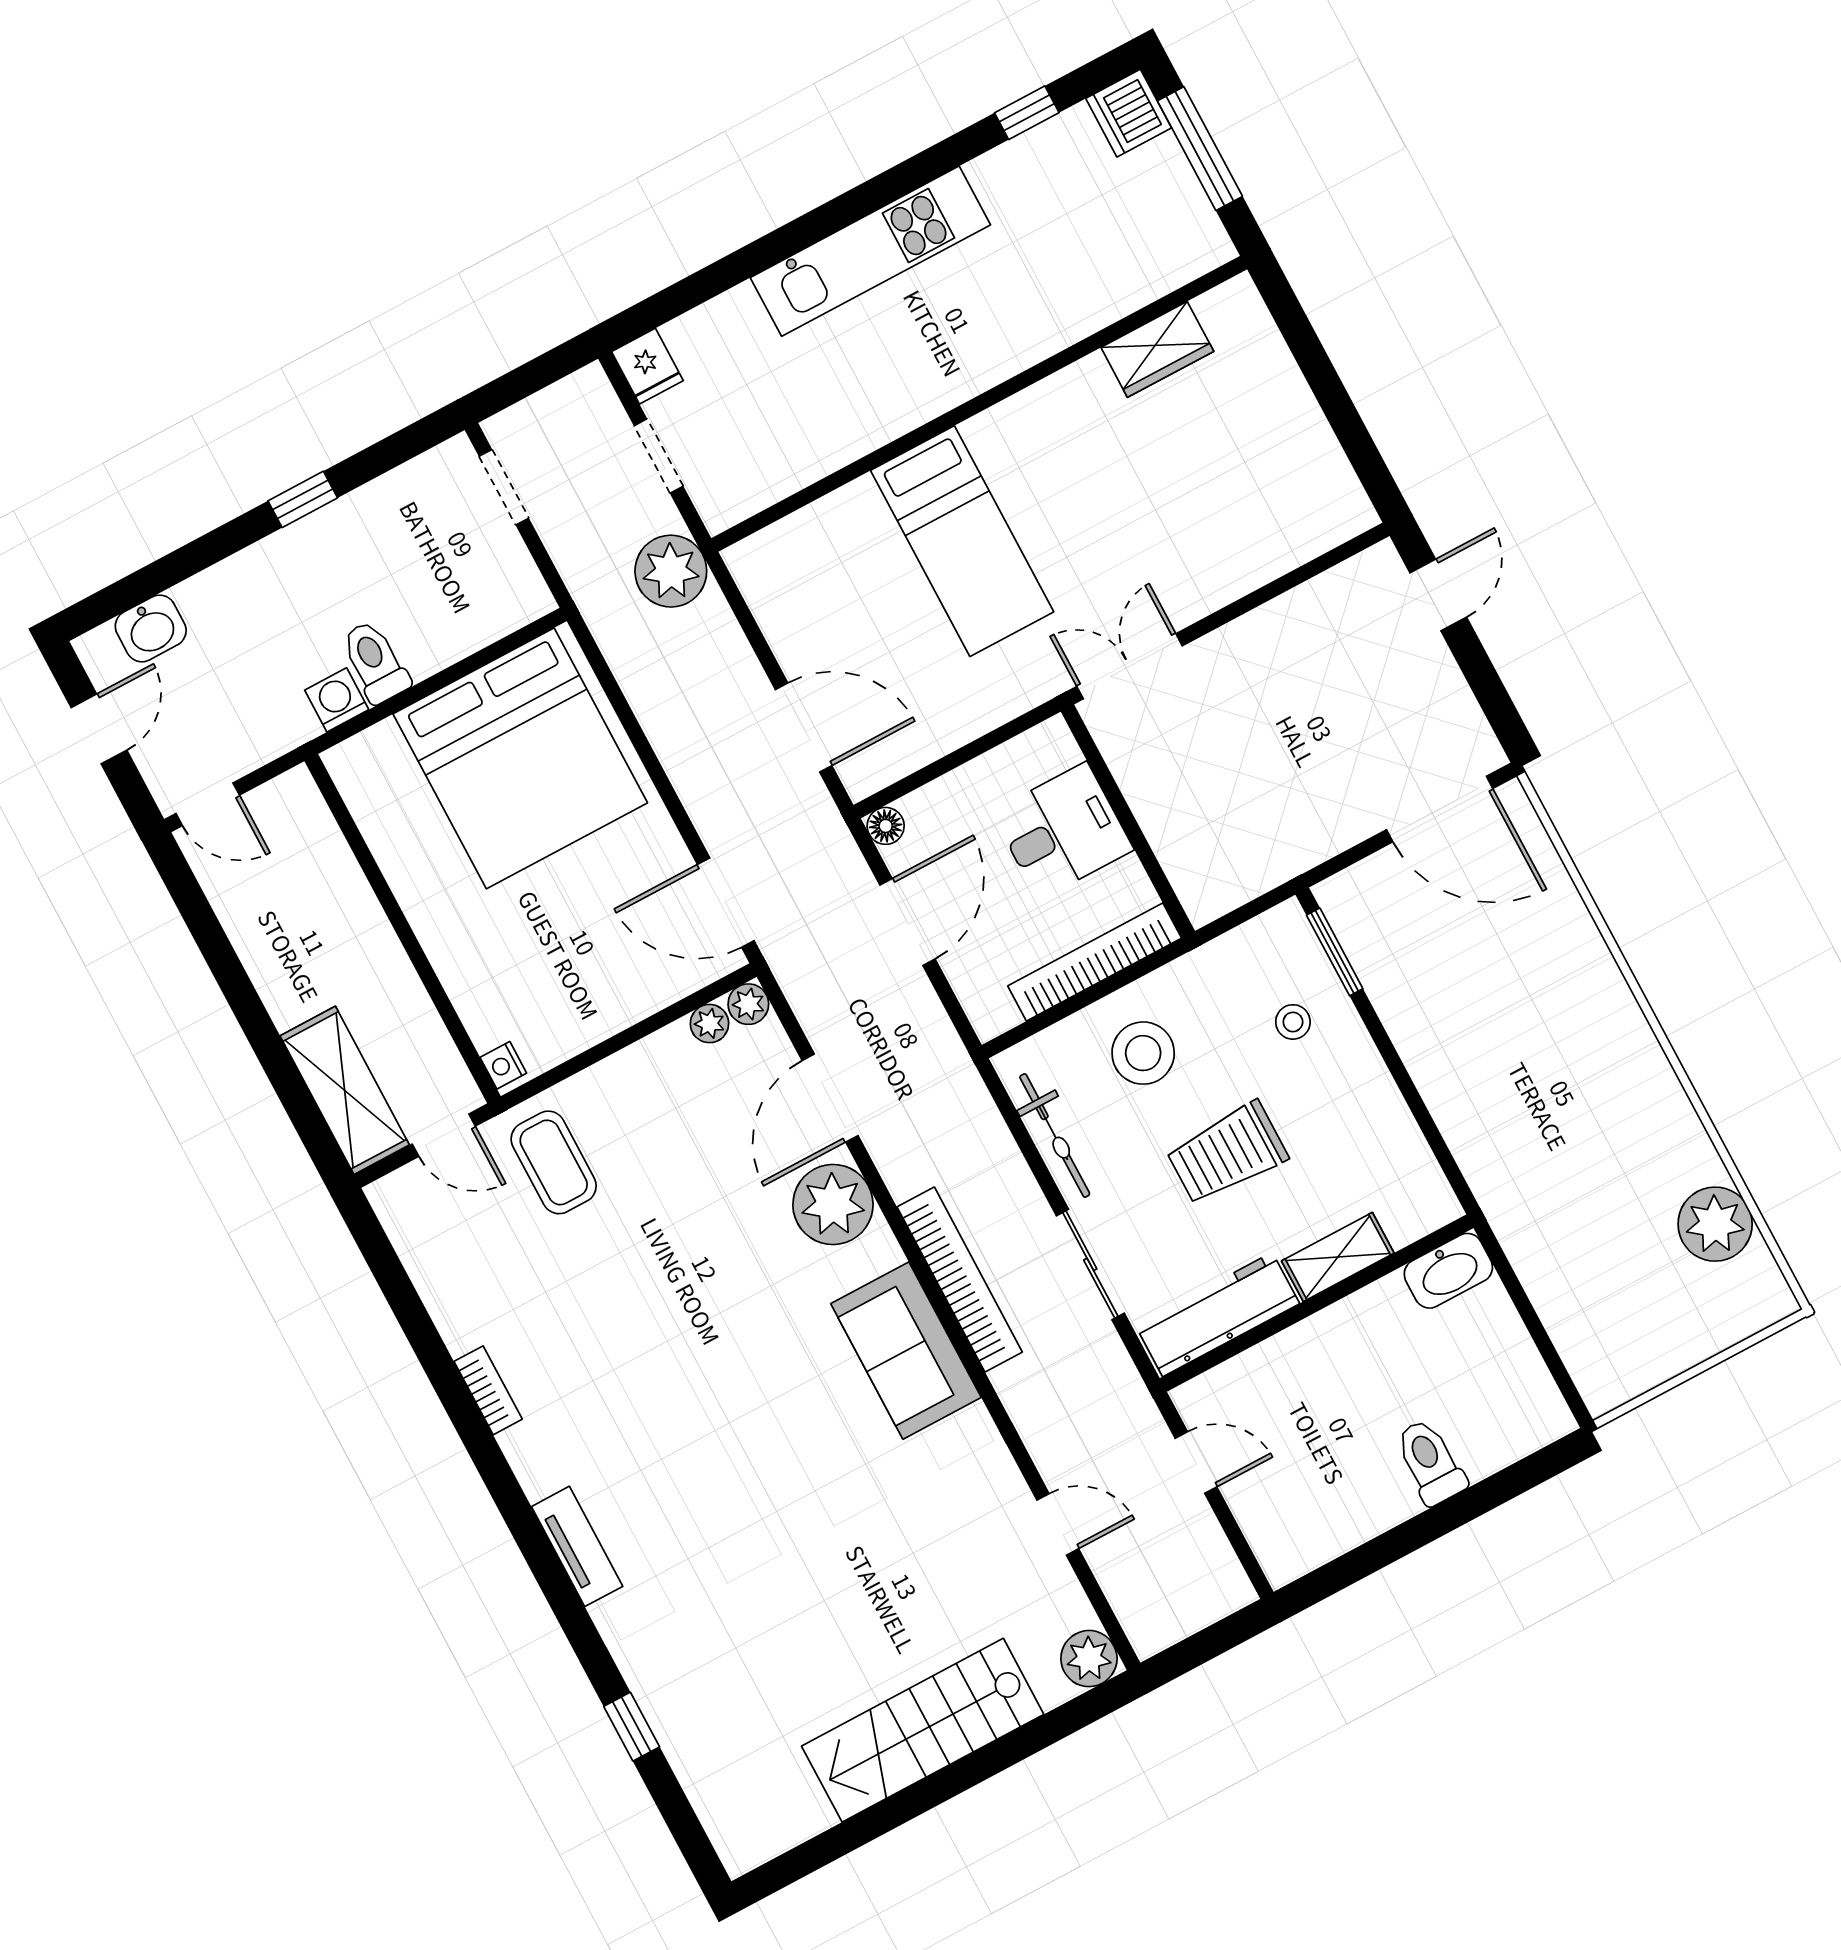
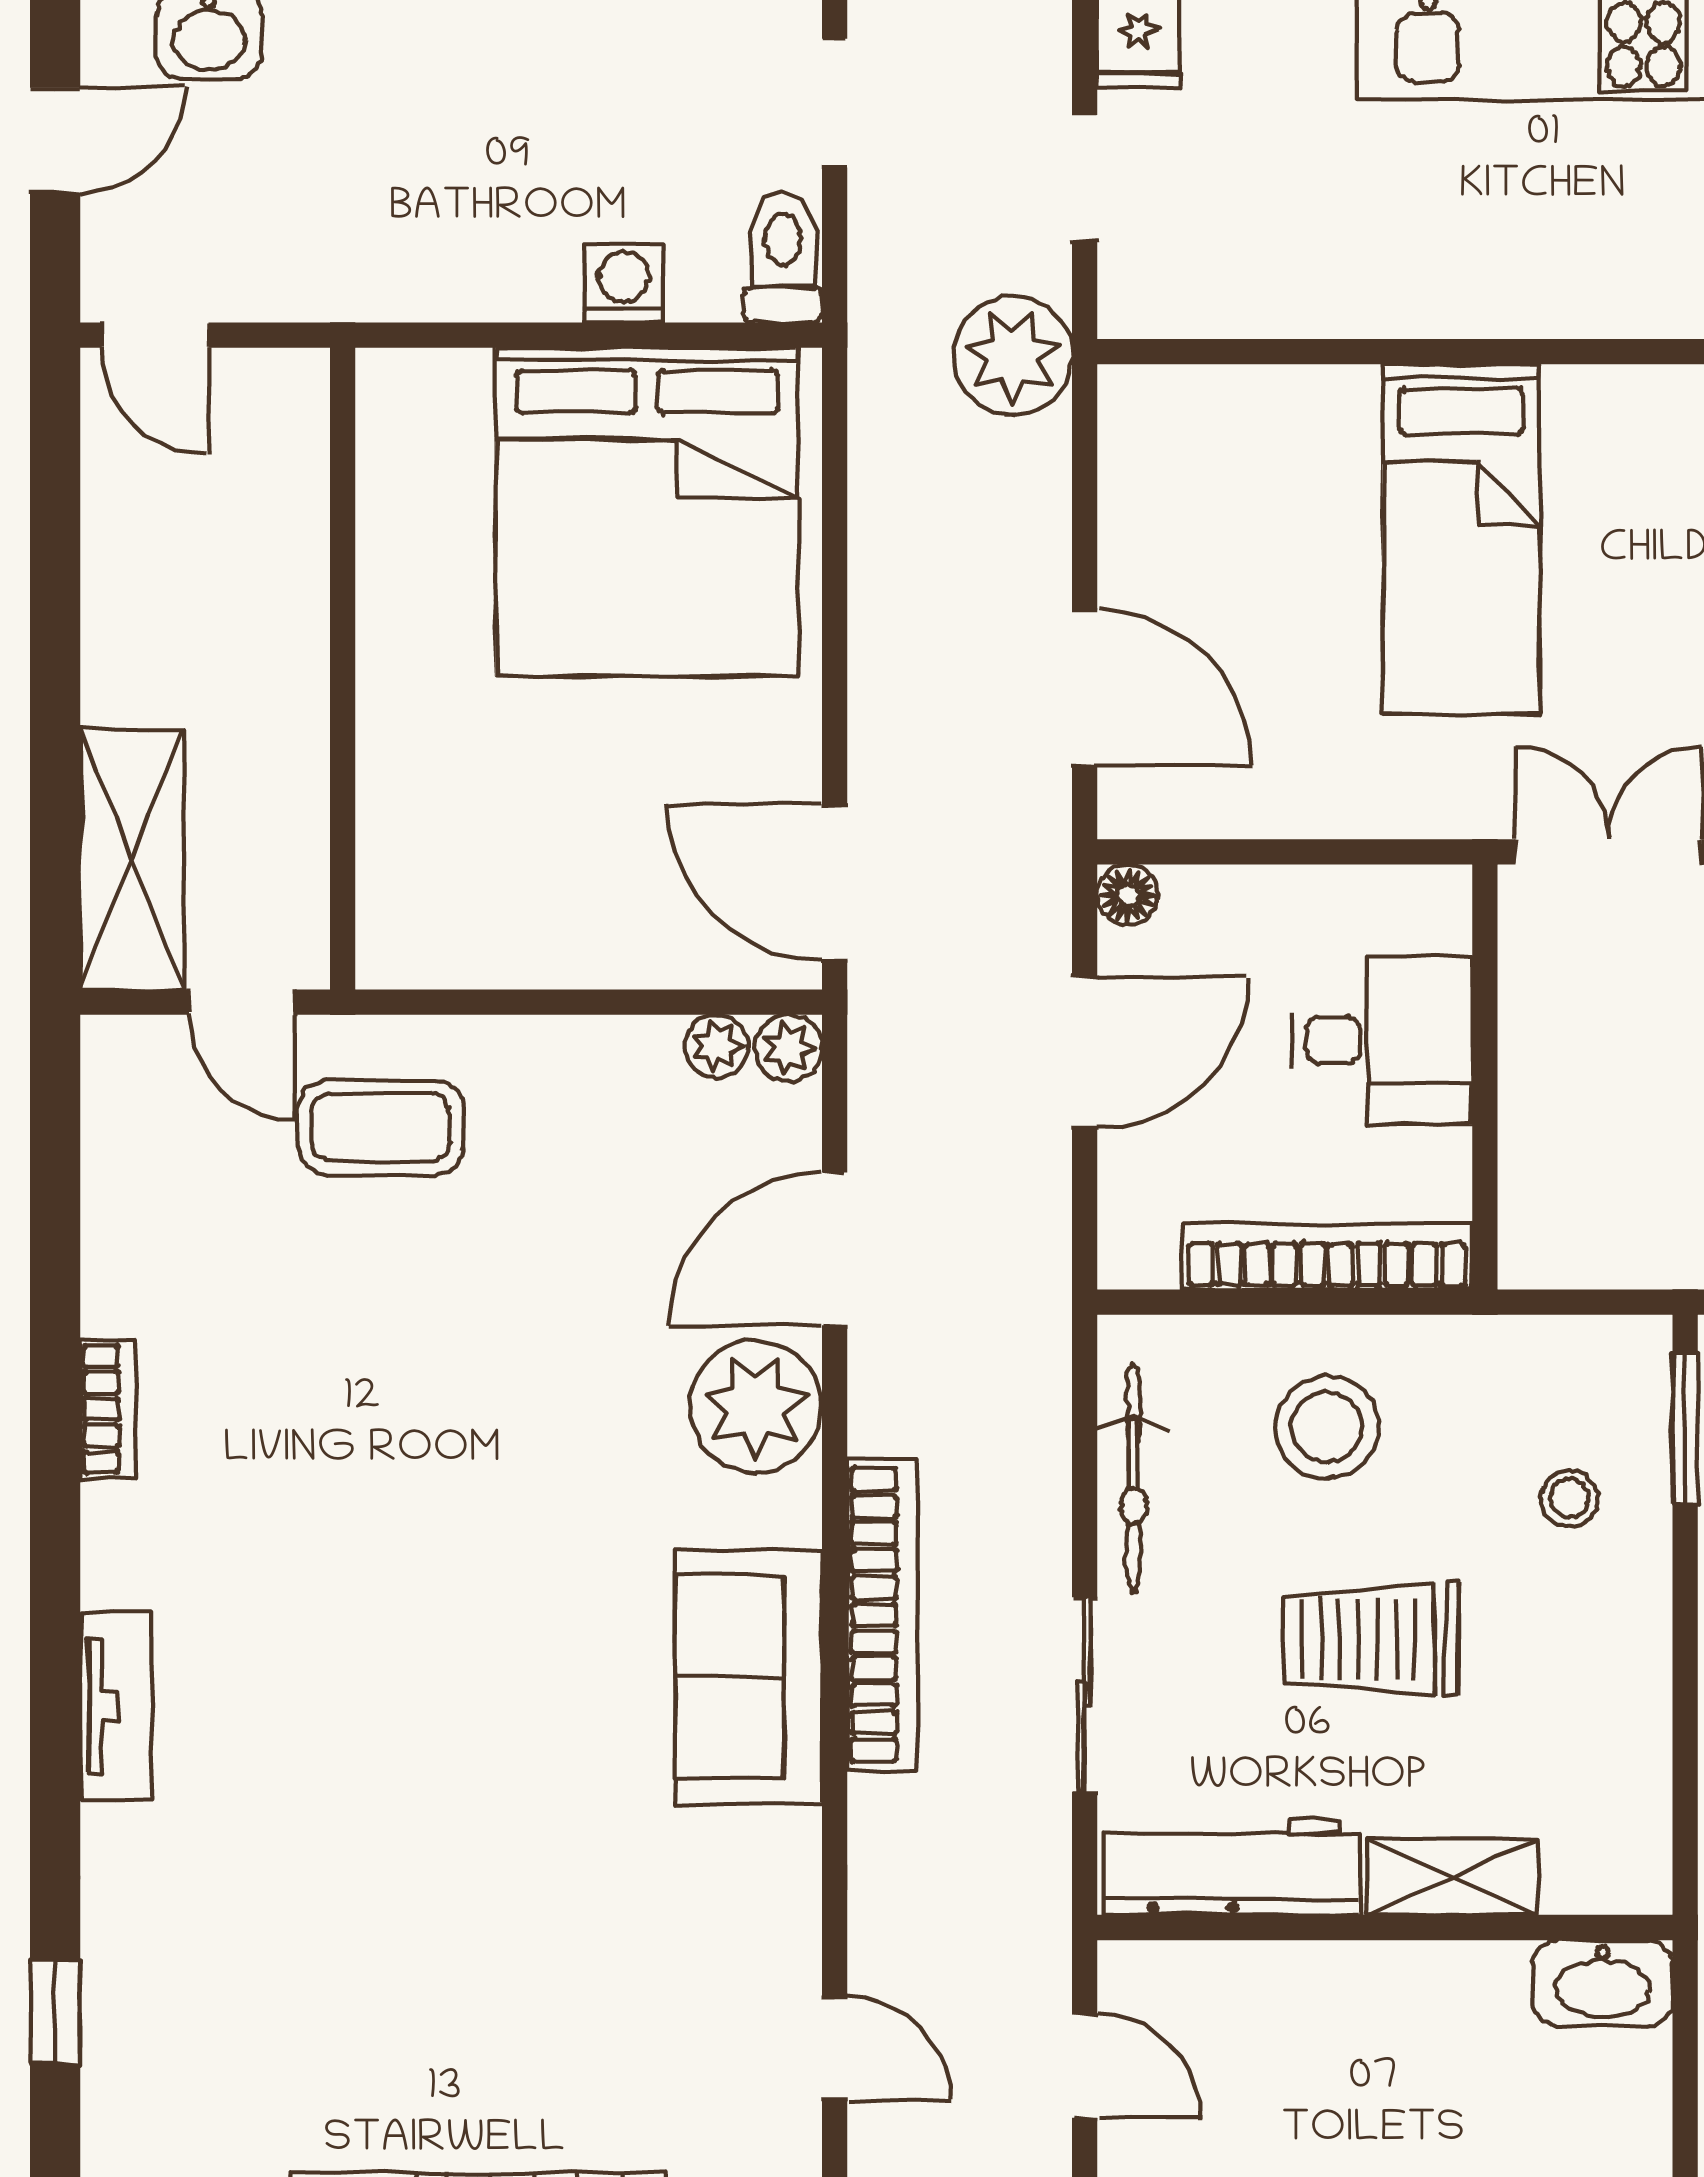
toilet: (375, 662) -> (783, 258), moved
washing machine: (337, 700) -> (623, 283), moved
nightstand: (503, 1065) -> (383, 946), removed
coffee table: (554, 1162) -> (381, 1128), turned 90

